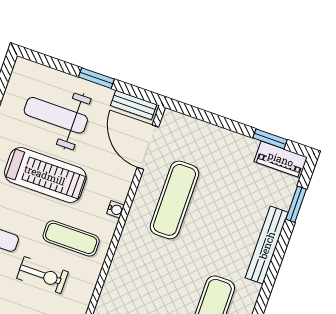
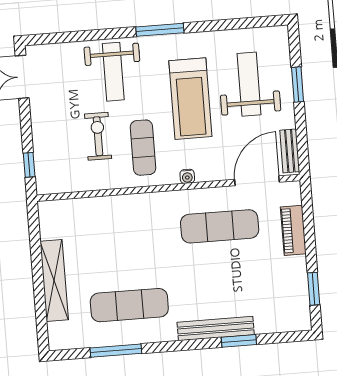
window: (96, 78) -> (298, 85), moved
piano: (281, 159) -> (293, 230), moved
window: (296, 204) -> (239, 341), moved
exercise bike: (42, 275) -> (98, 136), turned 180

